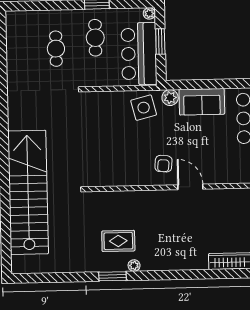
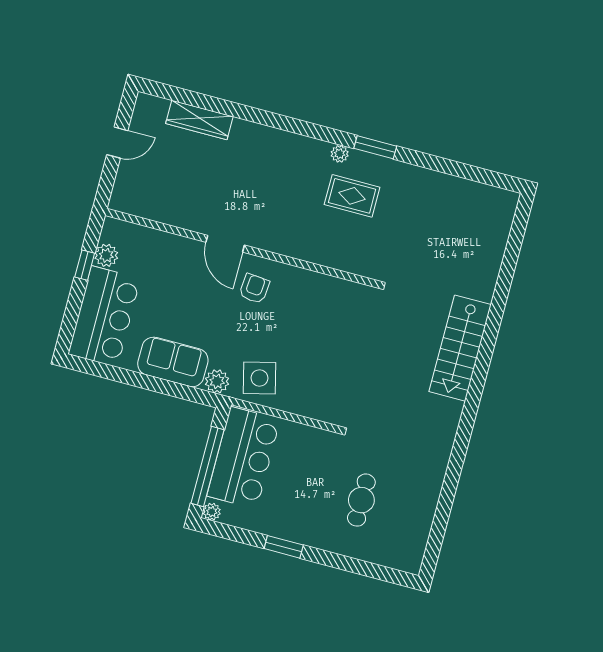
cafe table: (95, 38) -> (300, 499), removed
window: (160, 42) -> (208, 466), width x2.11
stairs: (28, 192) -> (460, 348), width x0.54, depth x0.66

